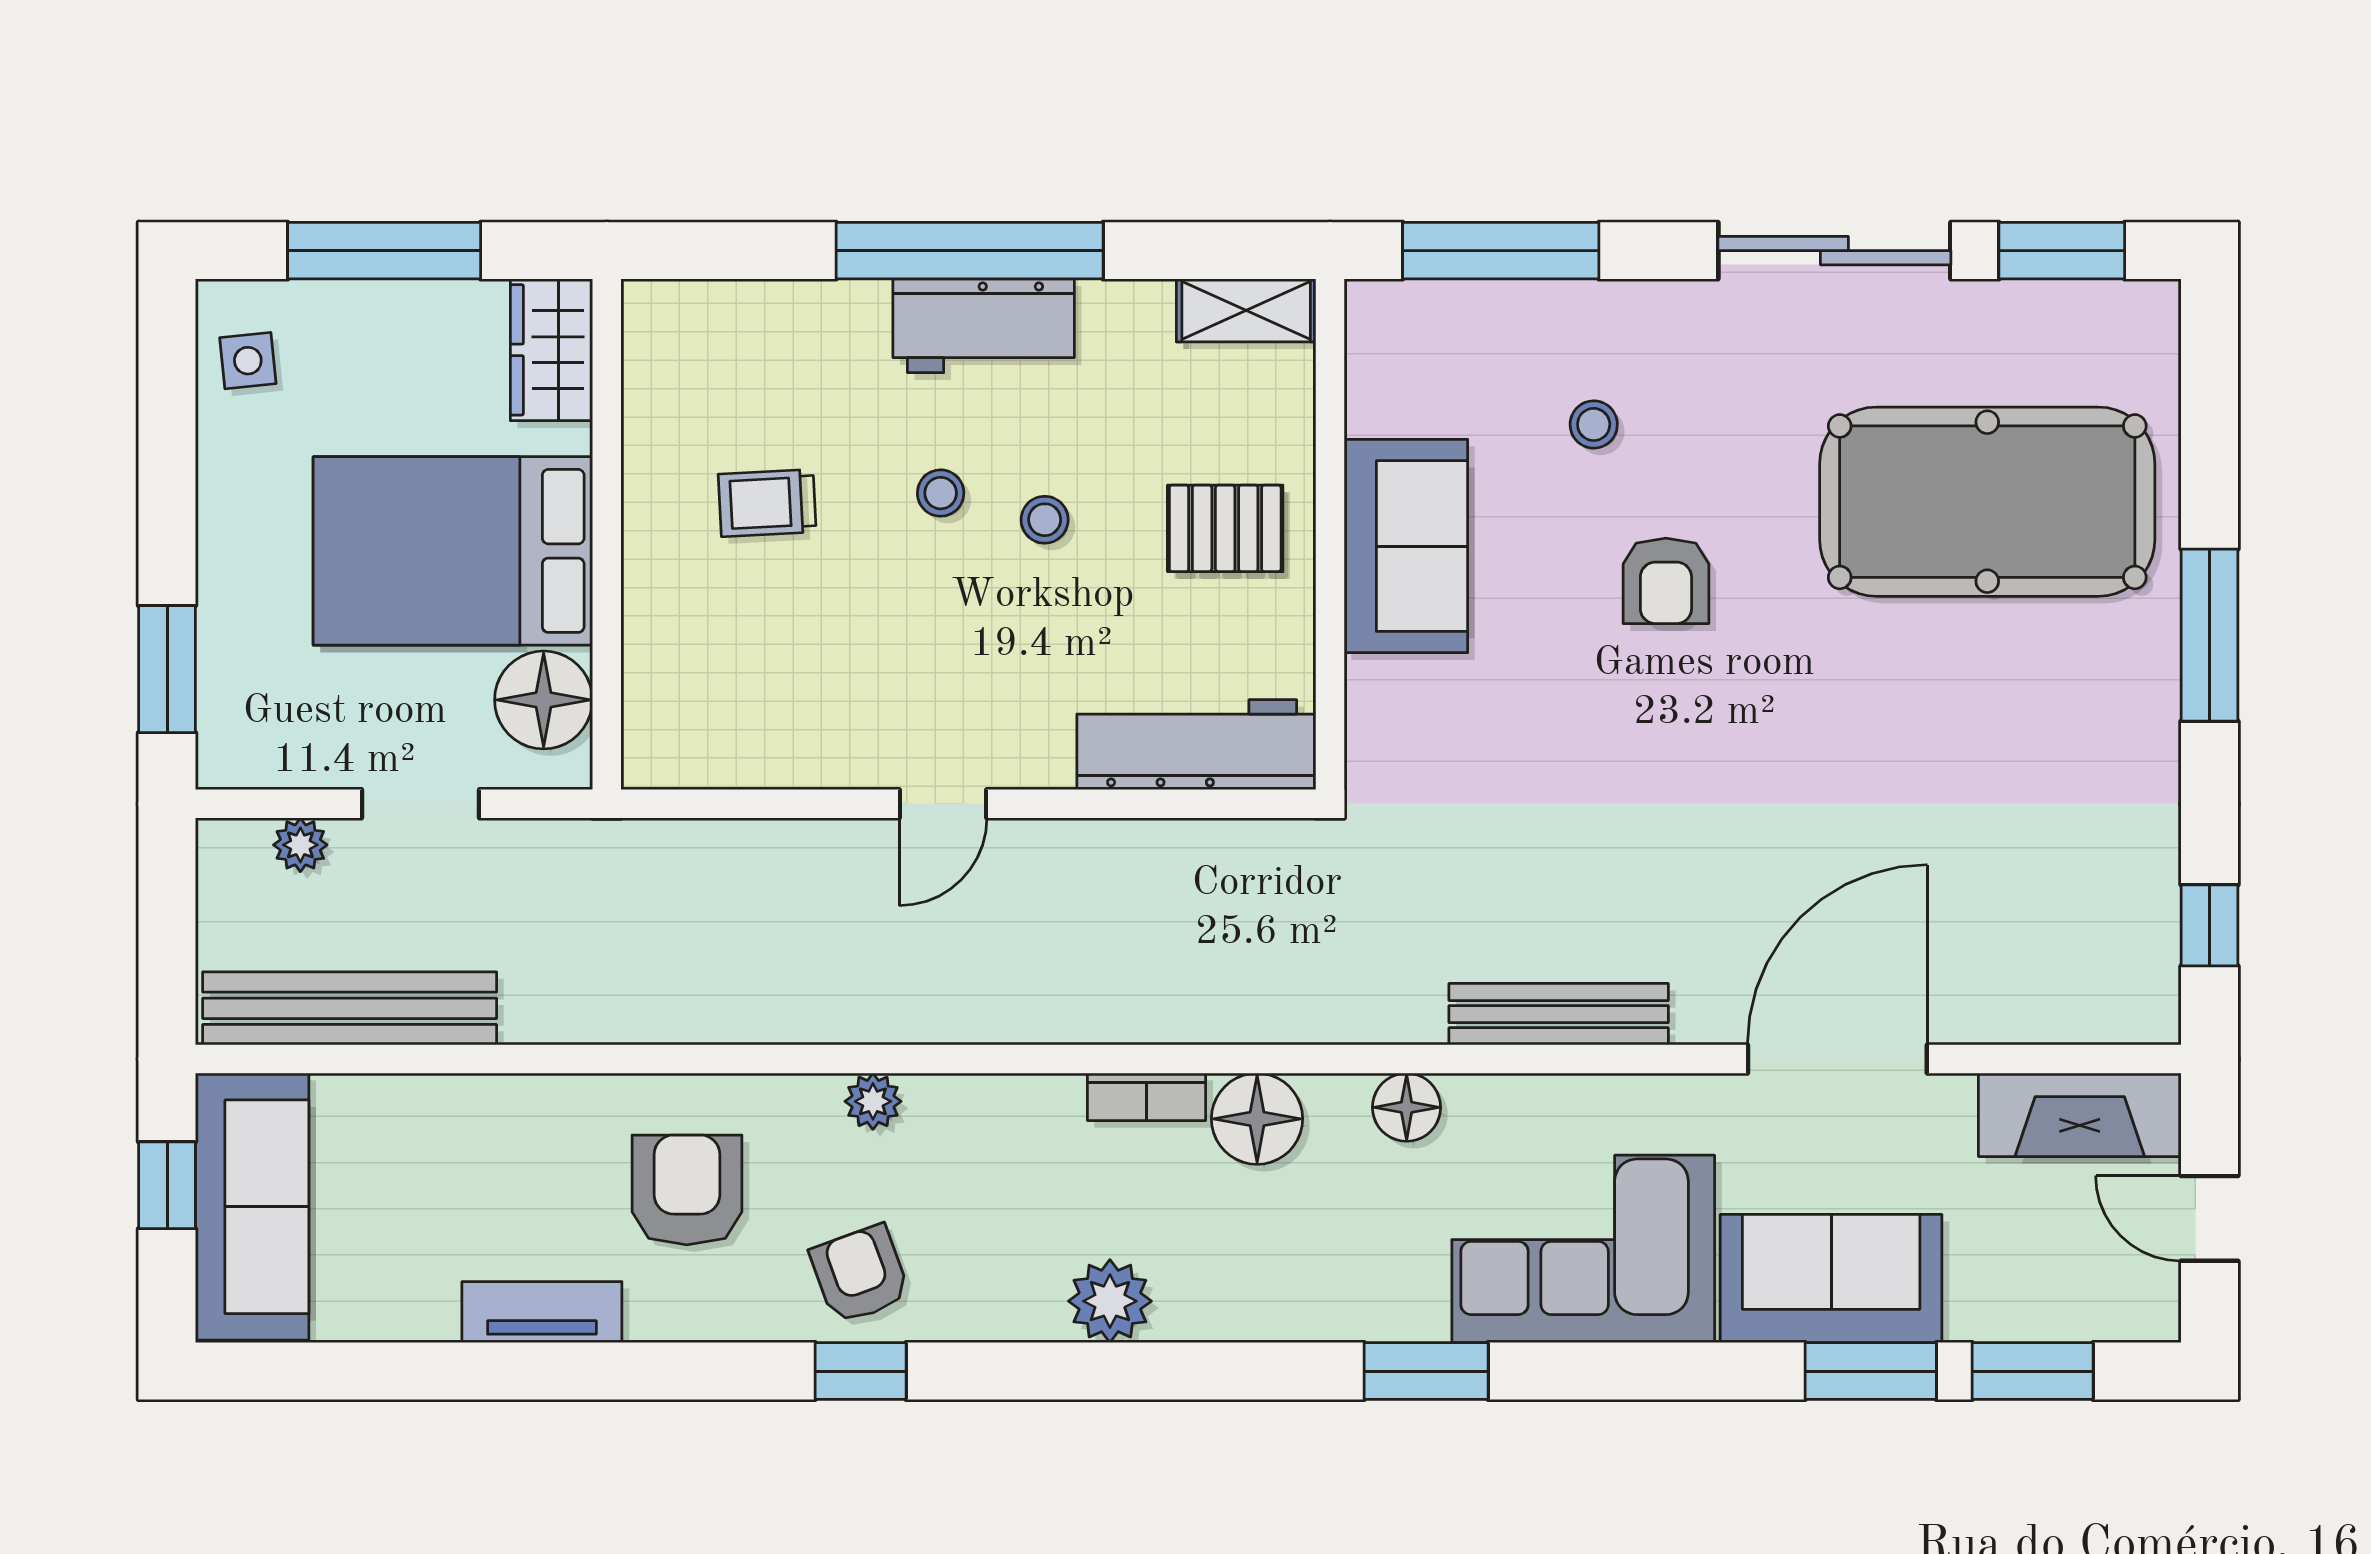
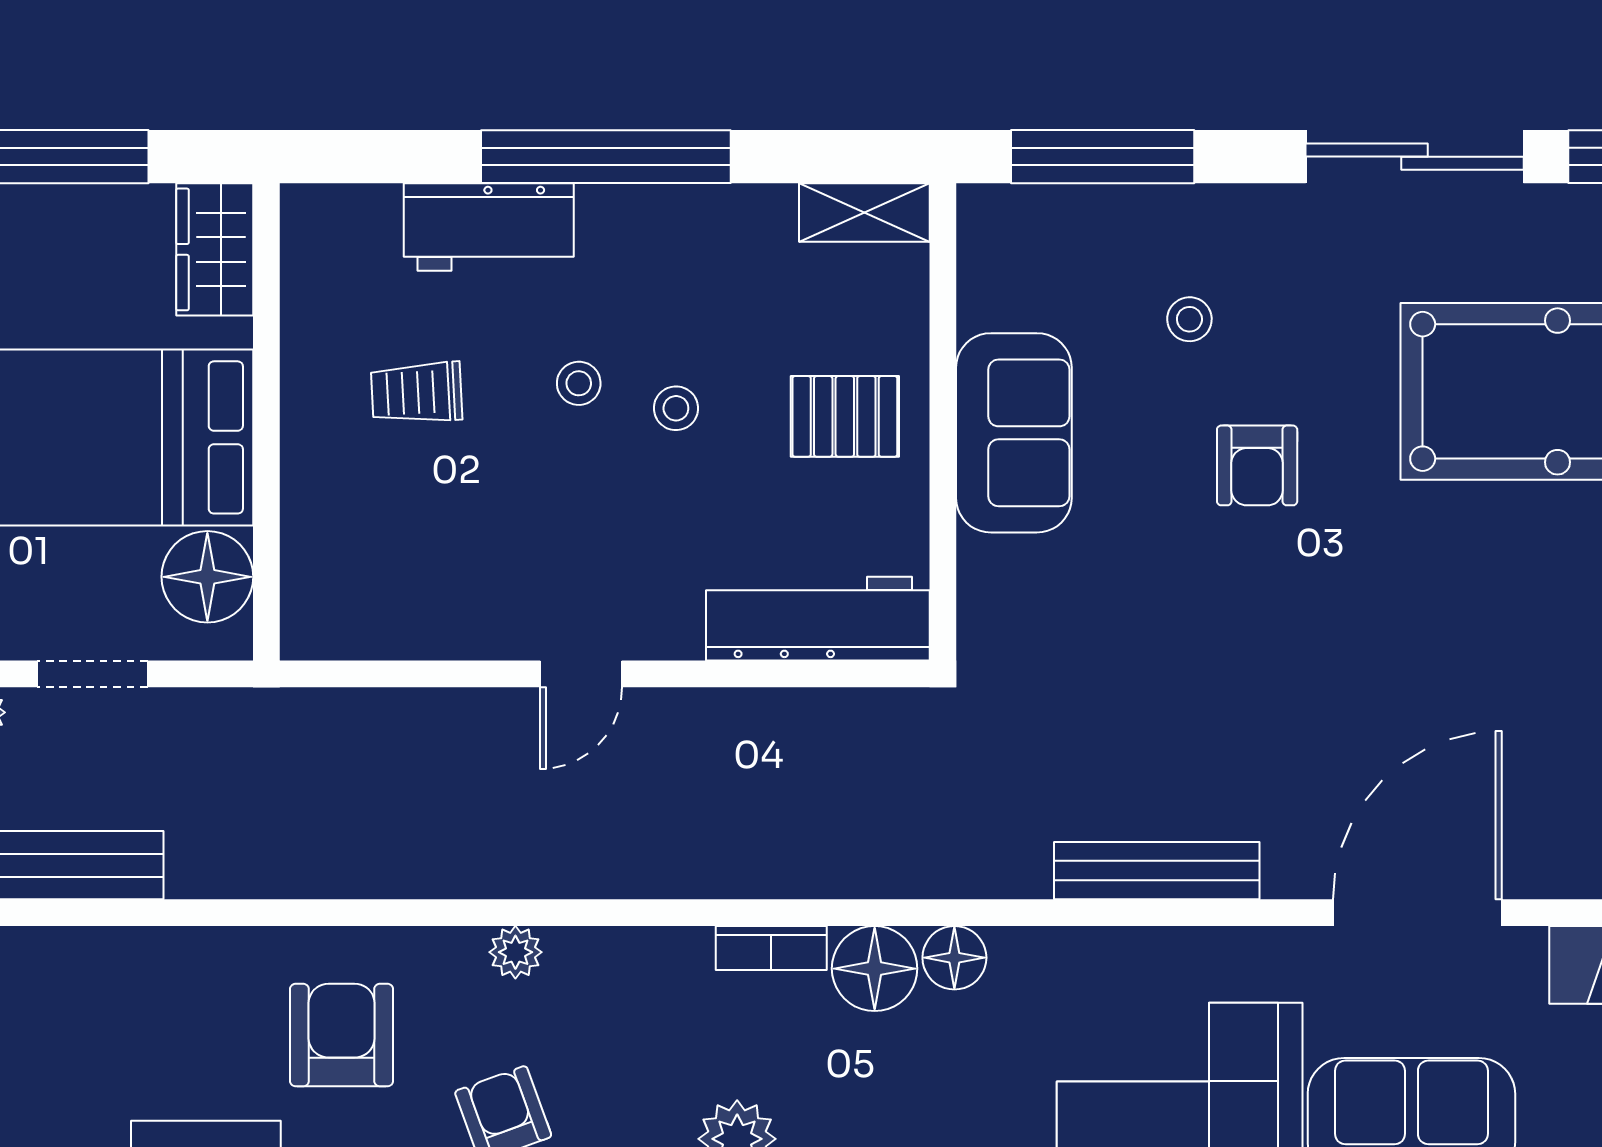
workbench: (984, 326) -> (489, 227), moved
floor lamp: (1407, 1107) -> (954, 958), moved

